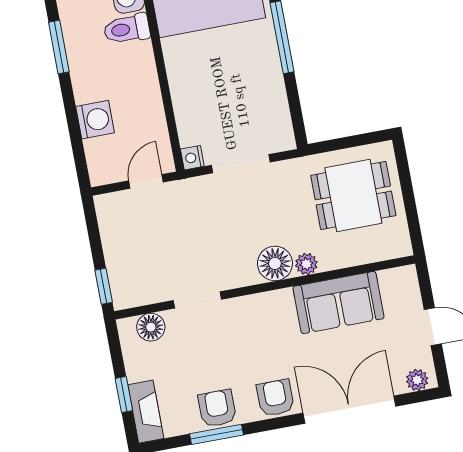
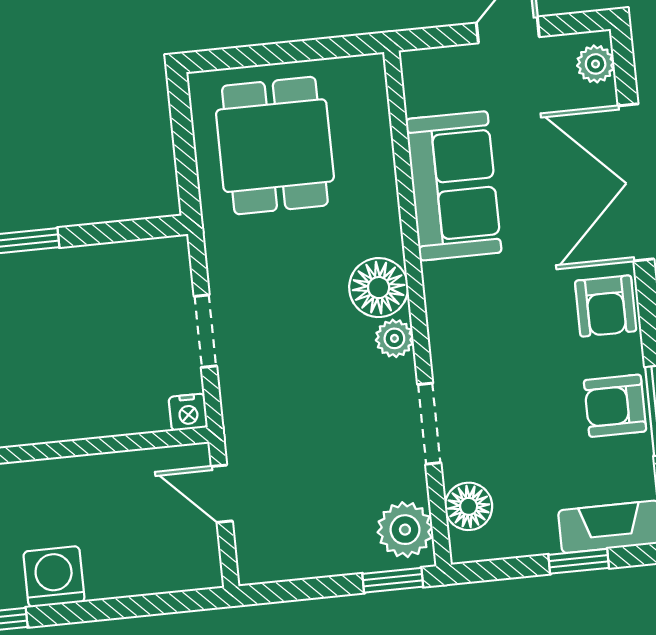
washing machine: (95, 120) -> (54, 577), moved
doorway: (241, 164) -> (205, 331), width x0.73
plant: (306, 264) -> (394, 338), moved
plant: (134, 291) -> (405, 530), added
armchair: (275, 398) -> (606, 306), turned -90

